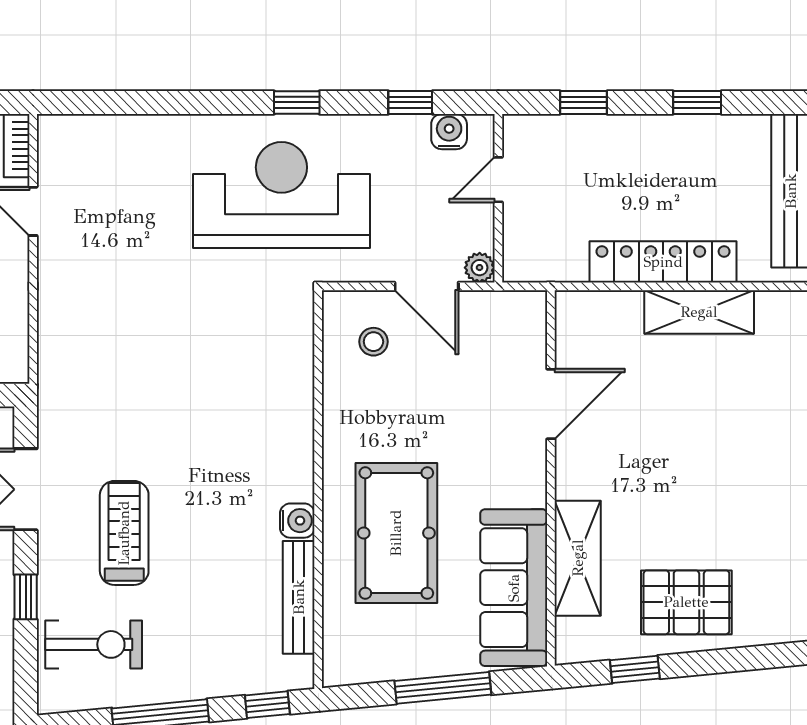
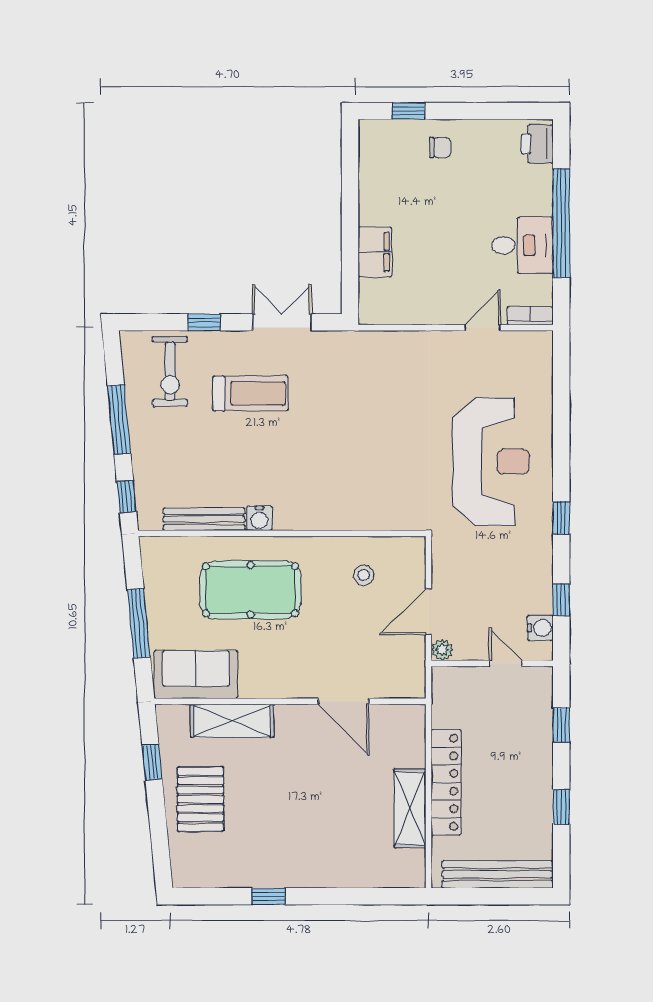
reception desk: (281, 195) -> (491, 461), moved
stool: (373, 342) -> (364, 575), moved
sofa: (514, 588) -> (196, 675), width x0.73

